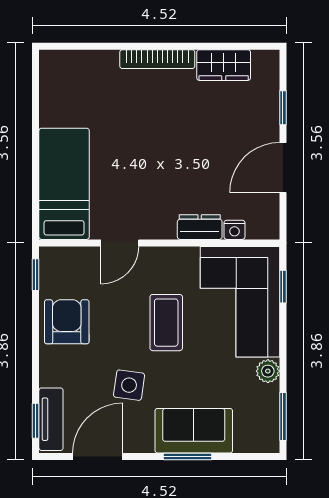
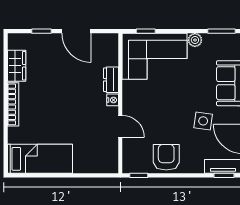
bed: (64, 184) -> (40, 159), moved, turned 180
nightstand: (234, 230) -> (113, 100), moved
armchair: (67, 322) -> (166, 157), turned 90
coffee table: (166, 323) -> (167, 99), removed

